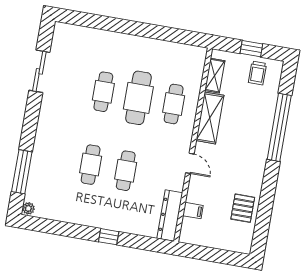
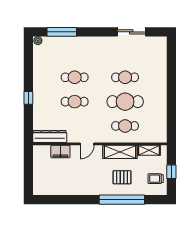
pallet: (243, 208) -> (122, 177), moved
filing cabinet: (193, 211) -> (60, 151), width x2.00

